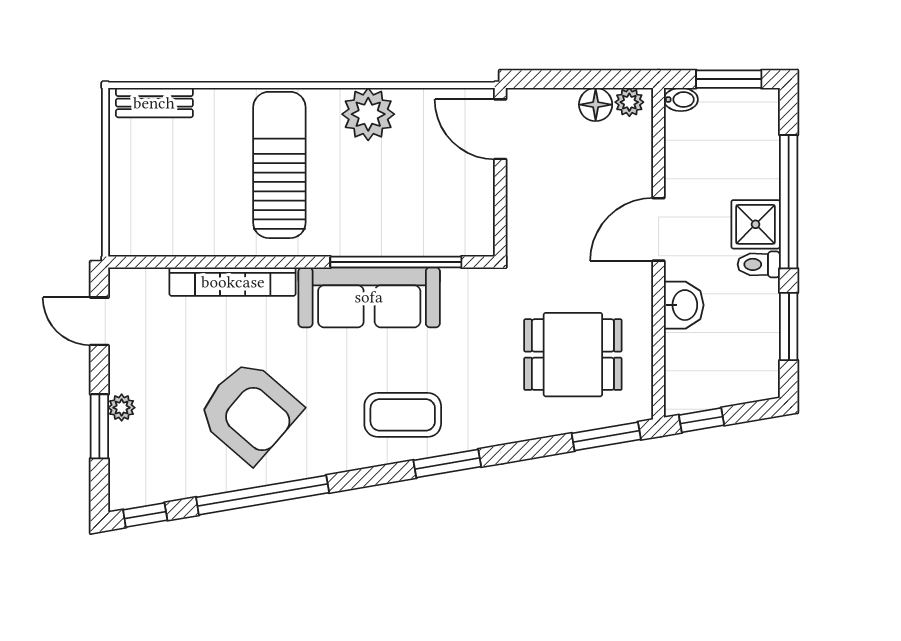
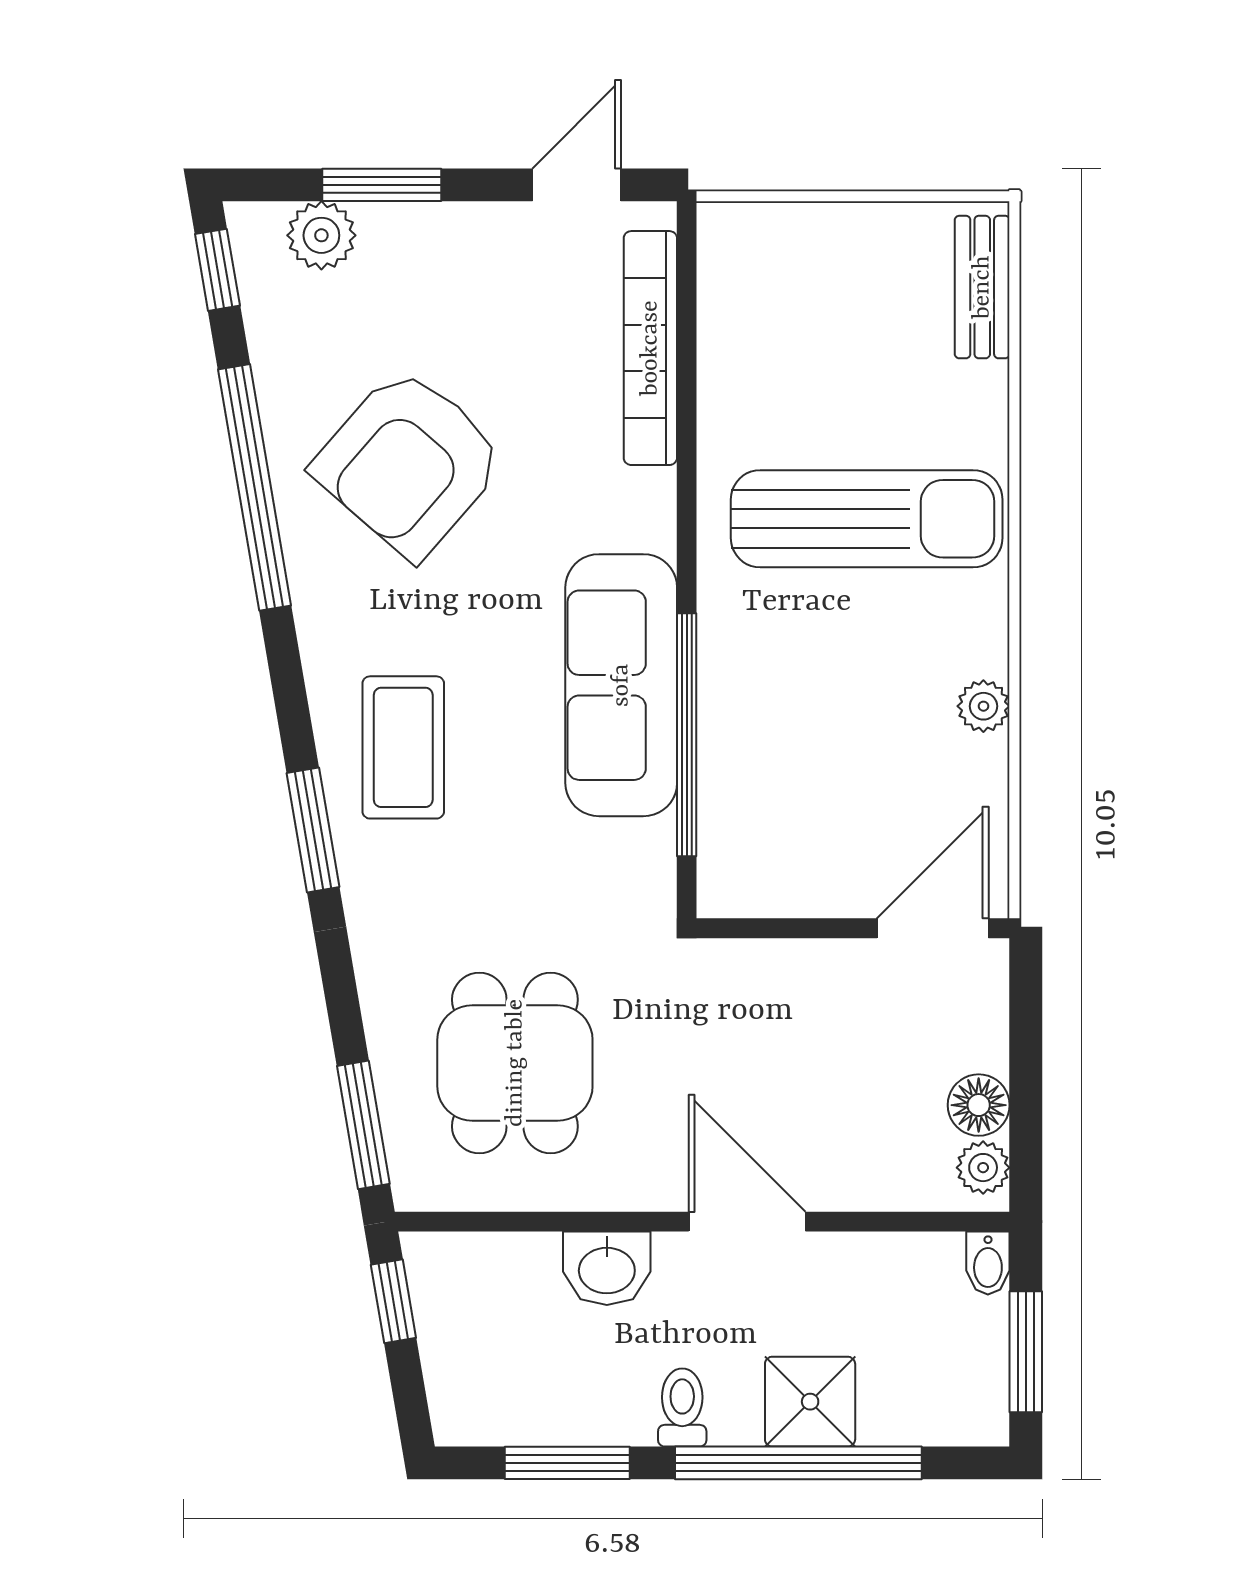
plant: (368, 114) -> (983, 706), width x0.53, depth x0.53
shower: (756, 224) -> (810, 1402), moved
bookcase: (233, 282) -> (650, 348), moved
plant: (122, 408) -> (321, 235), moved, width x1.38, depth x1.38

